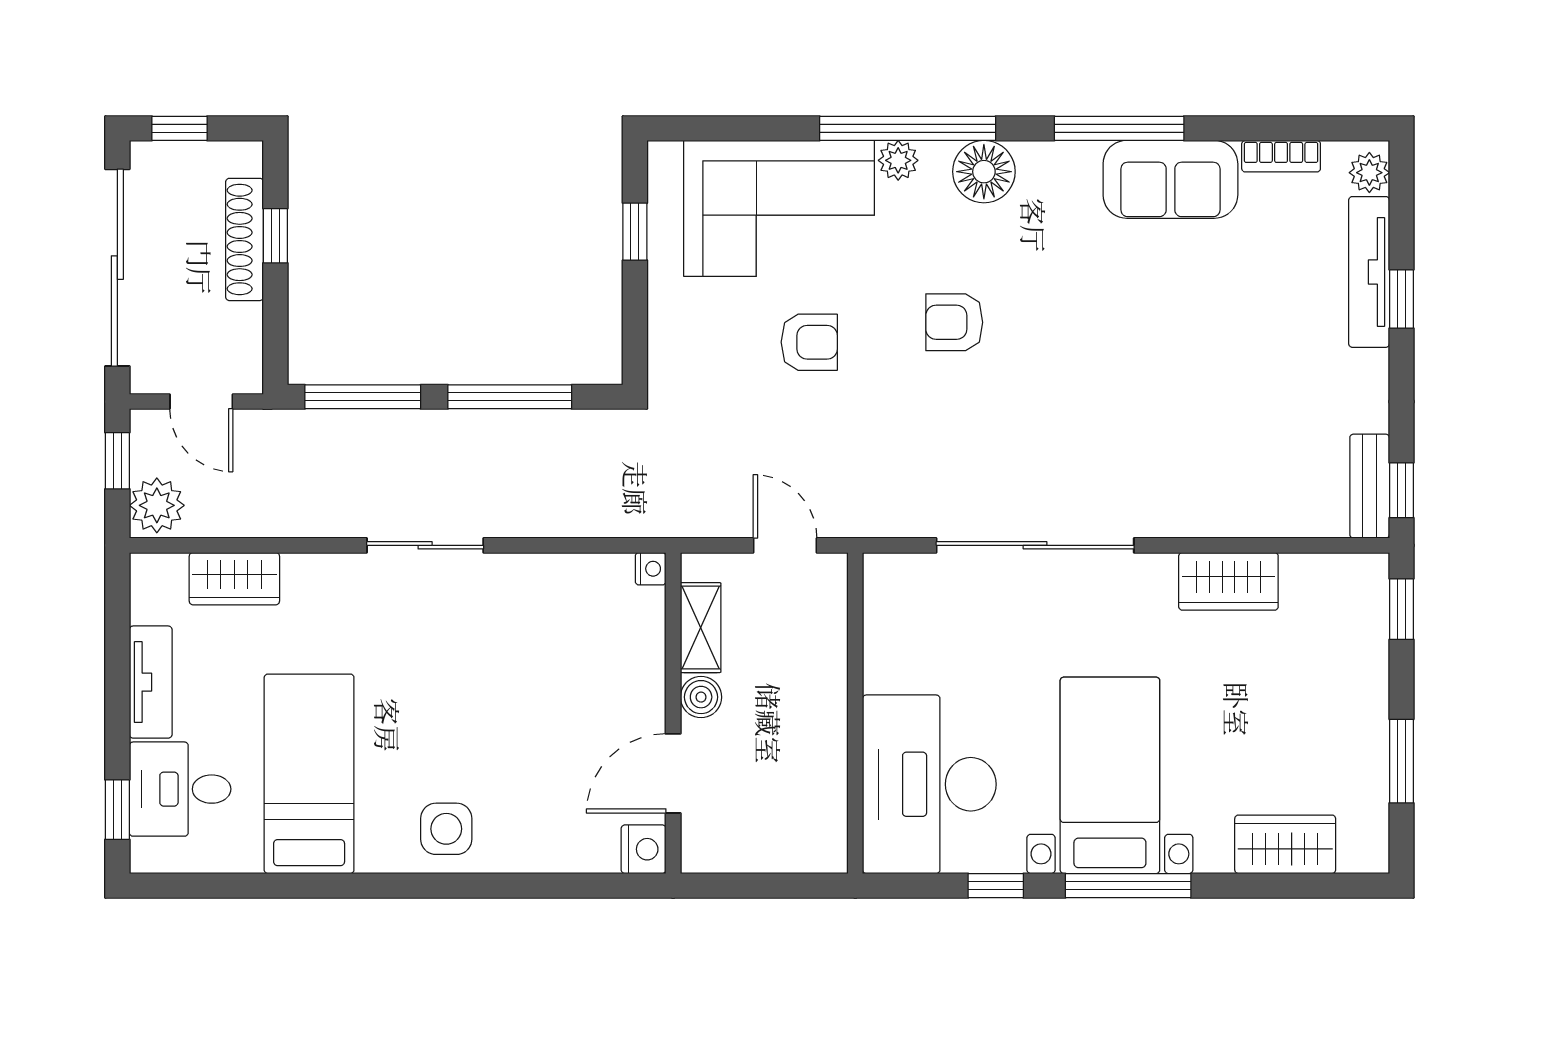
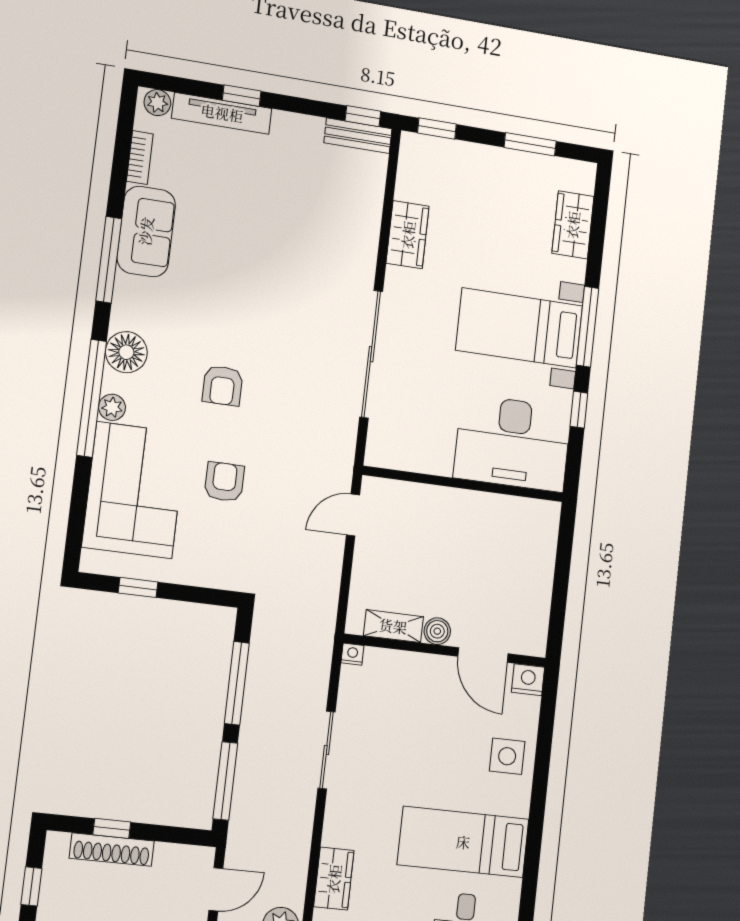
nightstand: (651, 569) -> (352, 654), moved
shelving: (701, 628) -> (393, 626), moved
boiler: (701, 697) -> (437, 631), moved
wall: (673, 713) -> (445, 650), moved
door: (673, 773) -> (483, 655), moved
nightstand: (644, 849) -> (528, 680), moved

